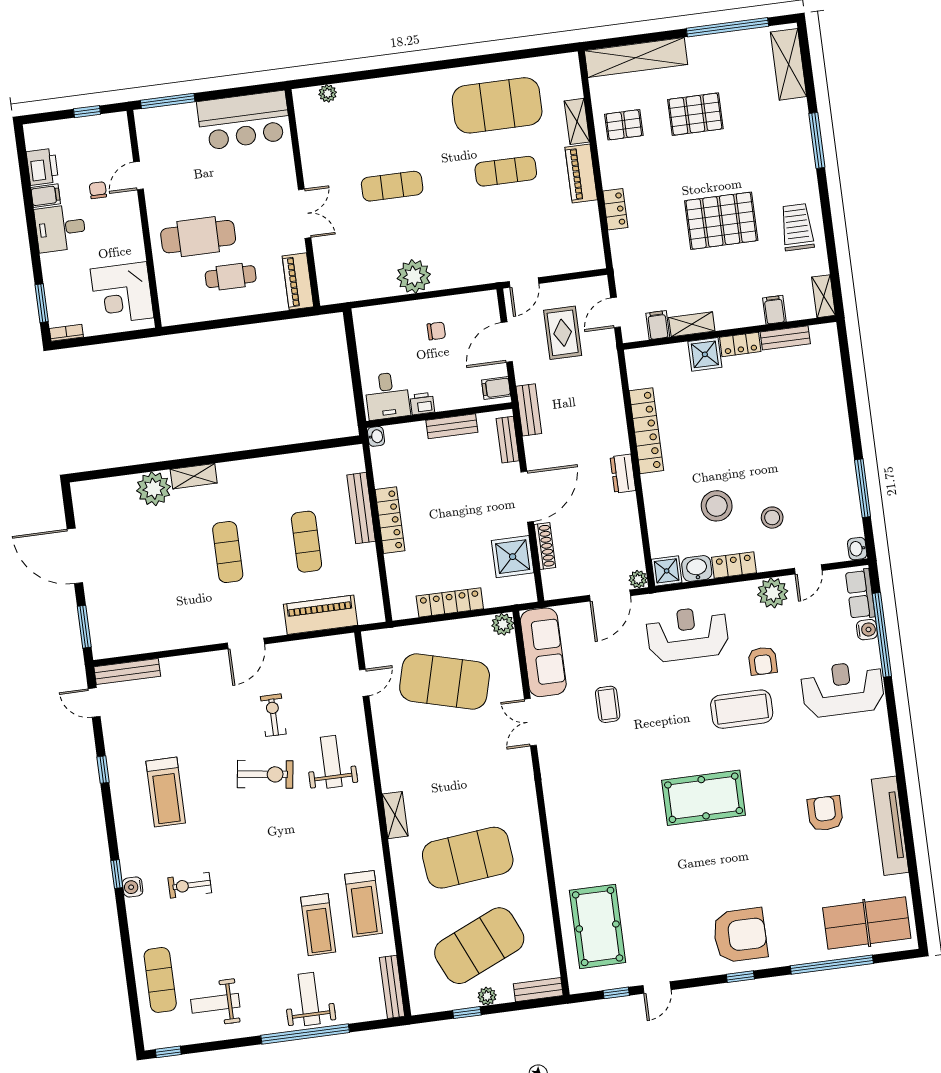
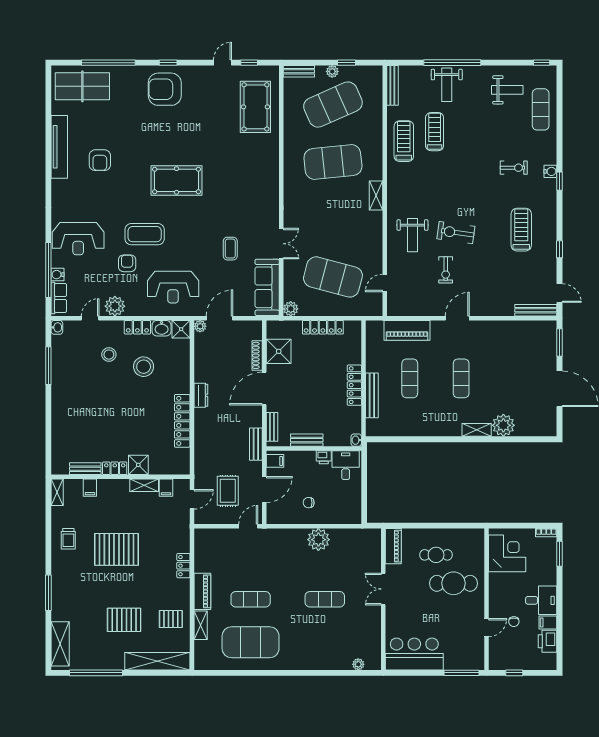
trolley: (797, 227) -> (68, 539), width x0.73, depth x0.72

